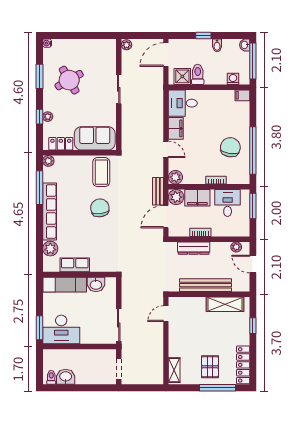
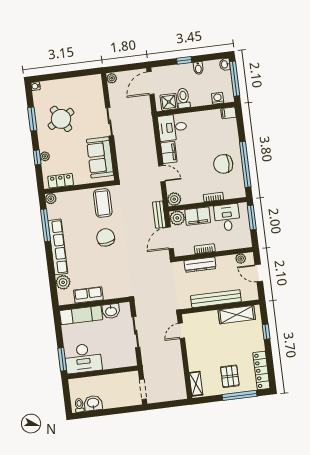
sofa: (95, 138) -> (100, 157), moved, turned -90
chair: (230, 147) -> (223, 164), turned -98
sliding door: (119, 325) -> (136, 332), moved

